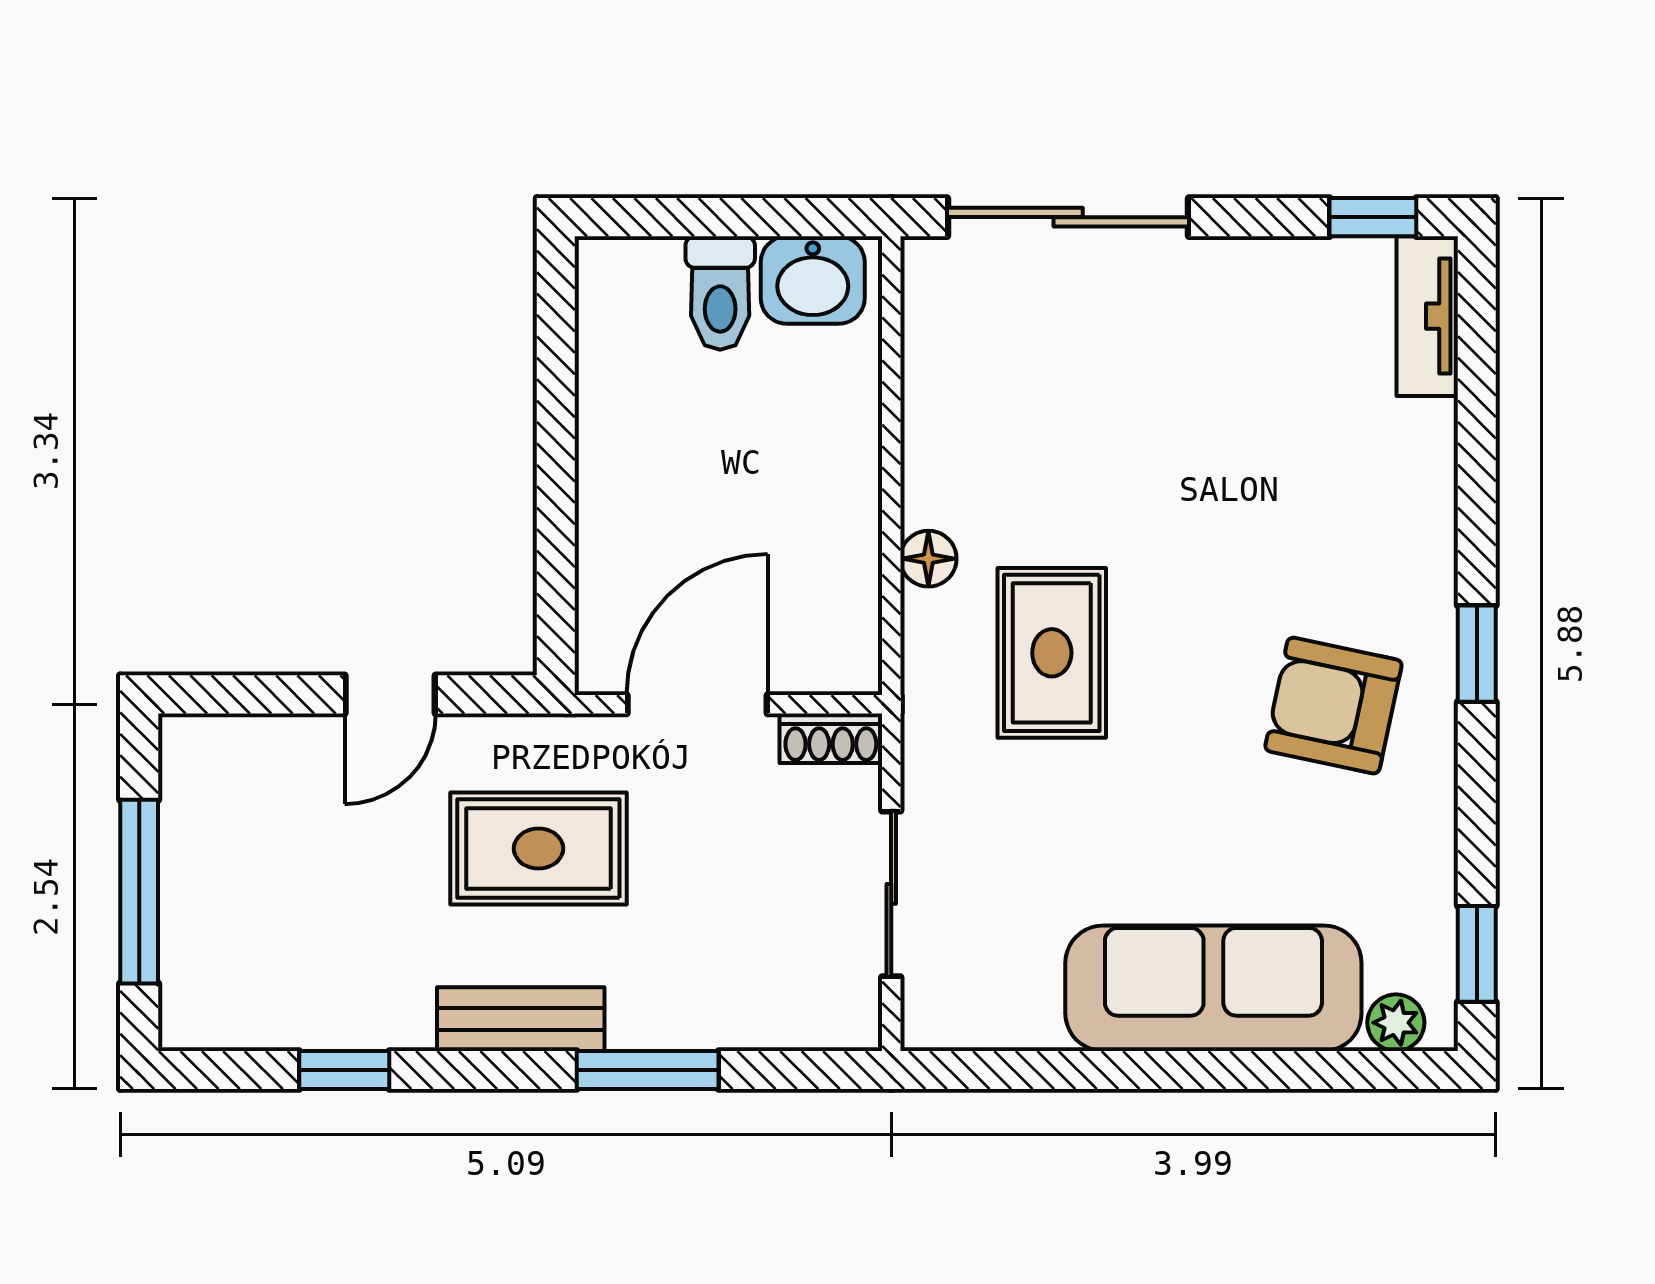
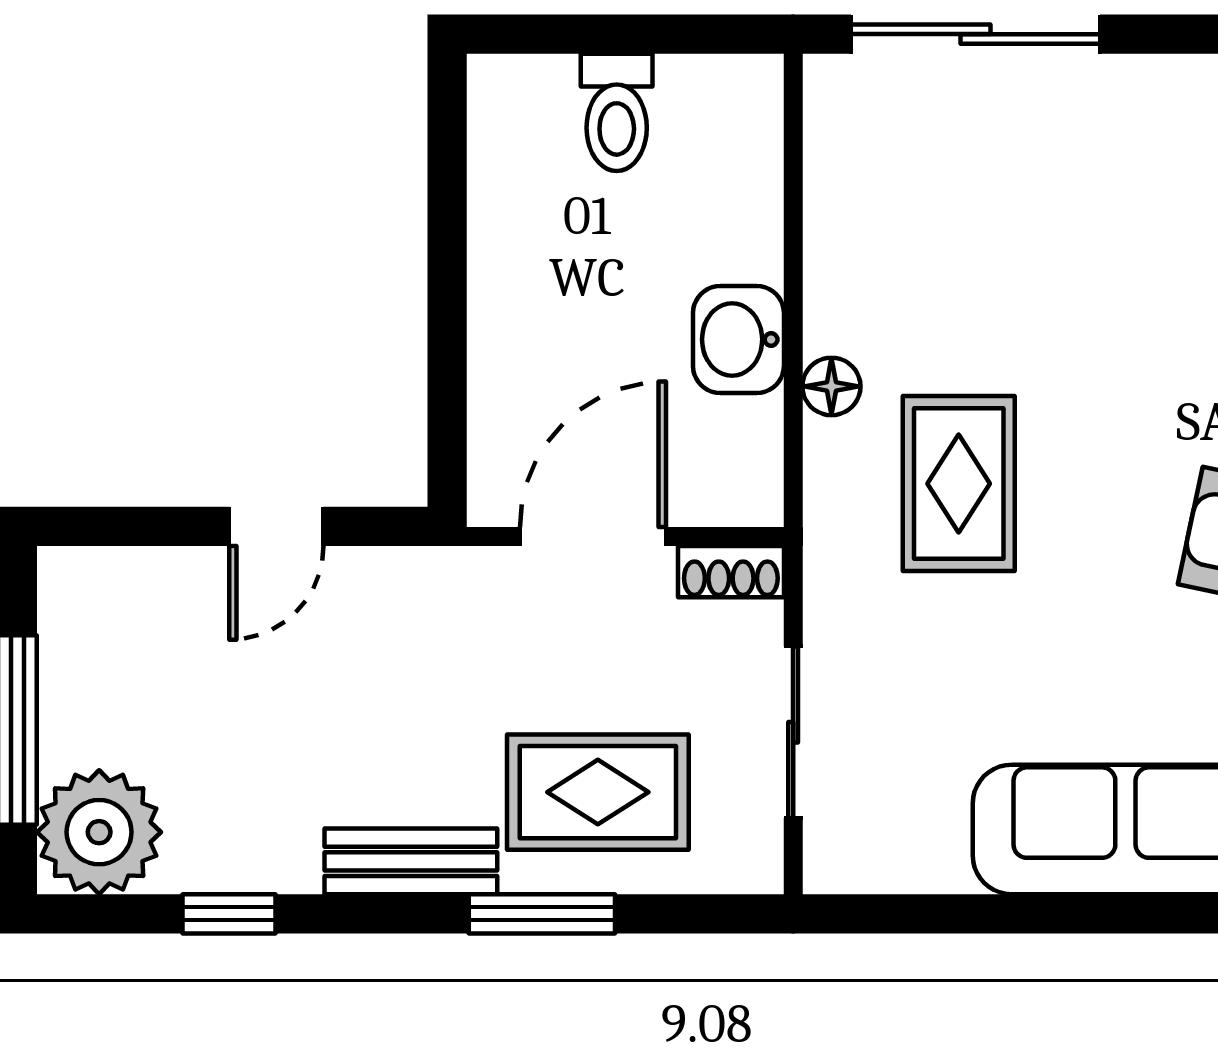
washbasin: (813, 280) -> (738, 339), moved, turned 90
rug: (538, 849) -> (598, 792), moved
plant: (218, 991) -> (99, 832), added

